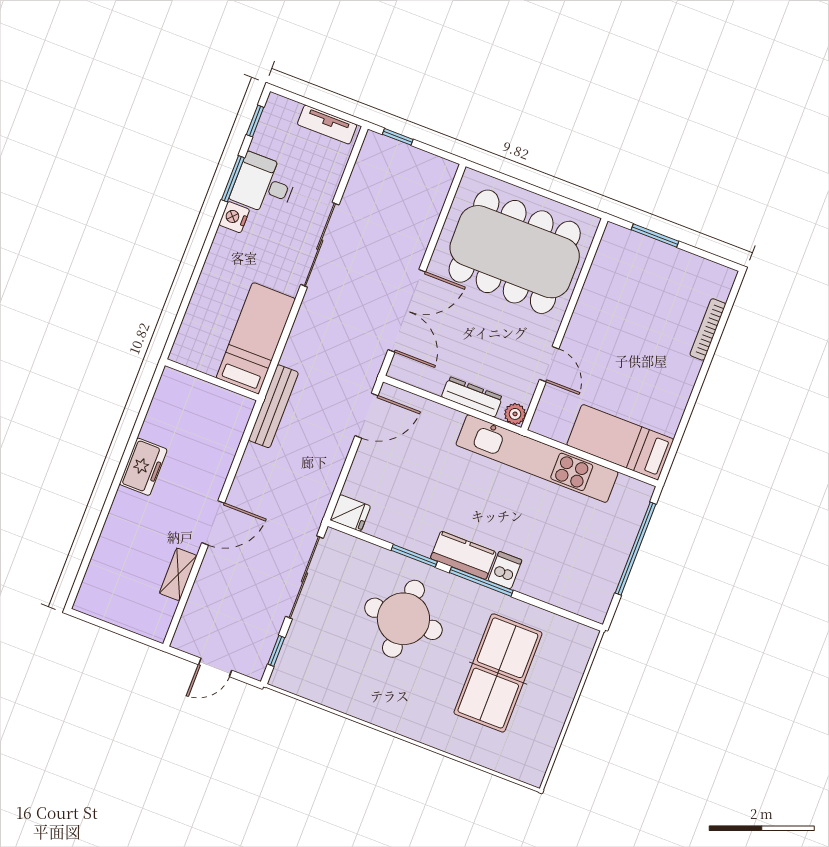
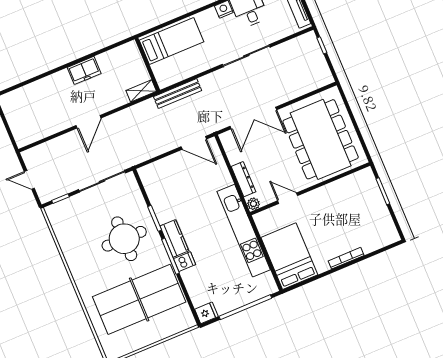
bookcase: (708, 329) -> (346, 258), moved
bed: (256, 338) -> (172, 41), moved
door: (549, 364) -> (288, 198), swing flipped
bench: (273, 406) -> (178, 94), moved
bed: (620, 442) -> (289, 256), width x1.50
fridge: (350, 513) -> (206, 313), moved, turned -90
door: (213, 523) -> (89, 122), hinge flipped
shelving: (178, 574) -> (141, 91), moved
table tennis table: (498, 673) -> (139, 299), width x1.36, depth x1.32

